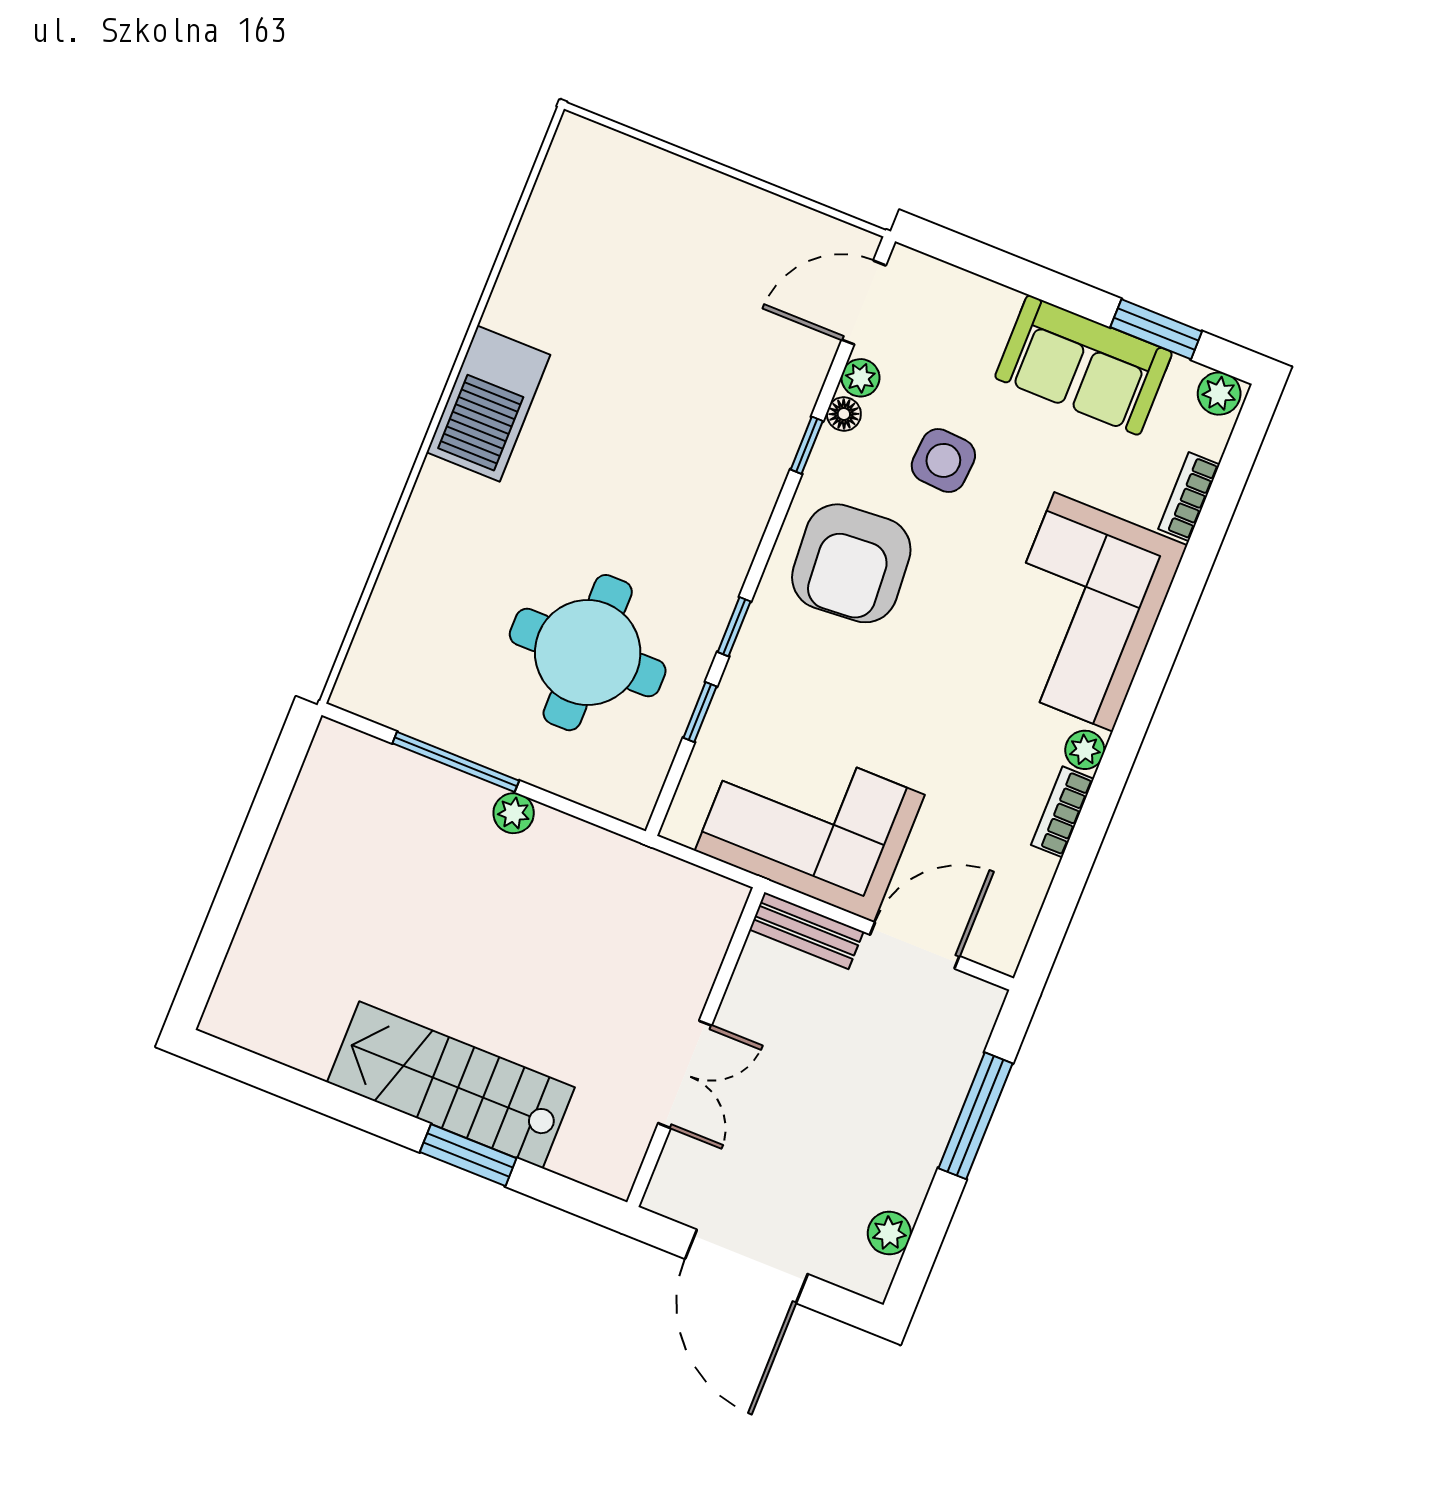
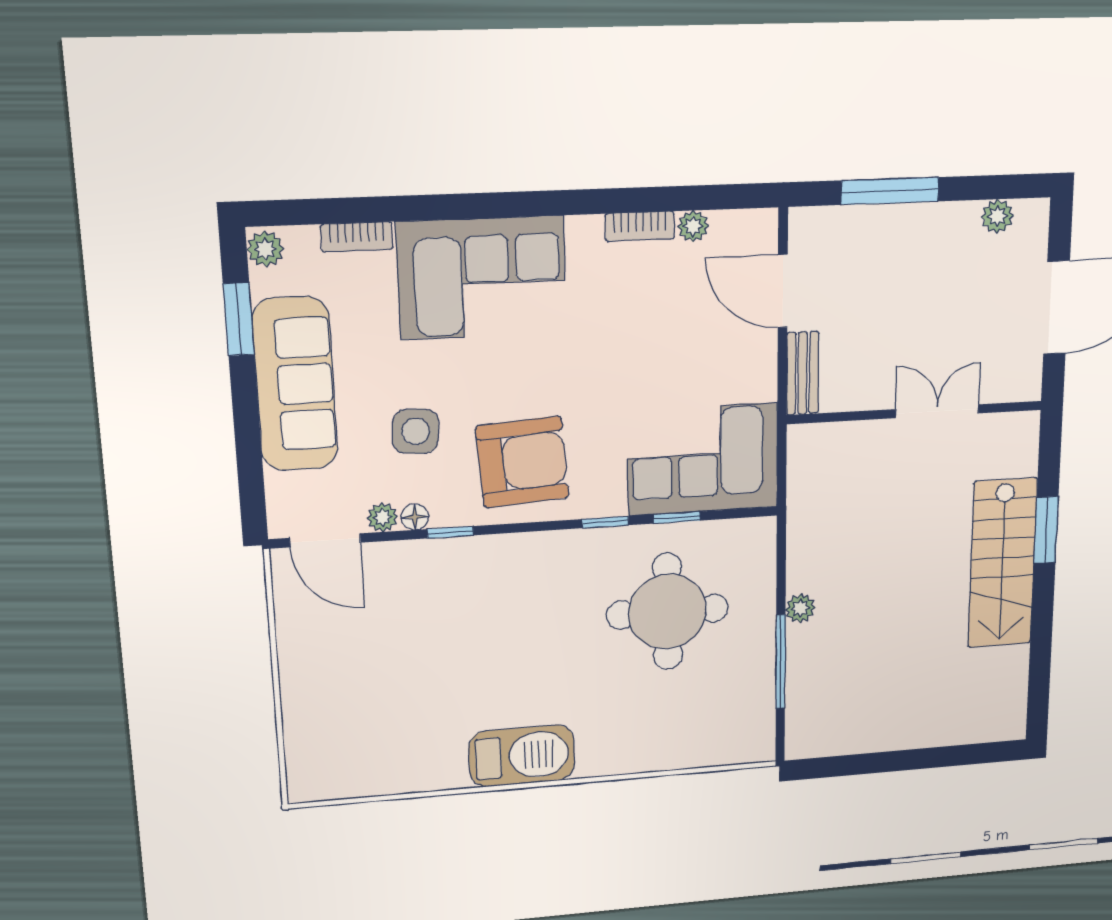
sofa: (1084, 365) -> (295, 384), width x1.36
plant: (1085, 750) -> (693, 226), moved
corner sofa: (810, 823) -> (703, 459), moved, turned 90

